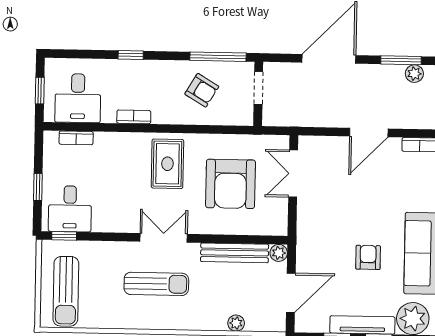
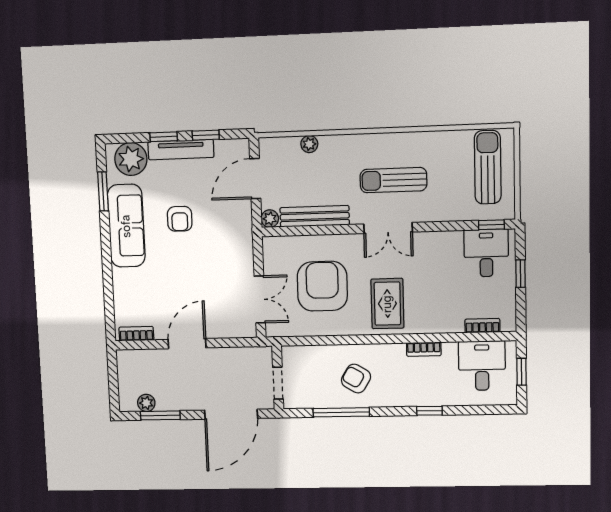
doorway: (258, 88) -> (278, 383), moved
wall: (258, 94) -> (278, 378), moved

